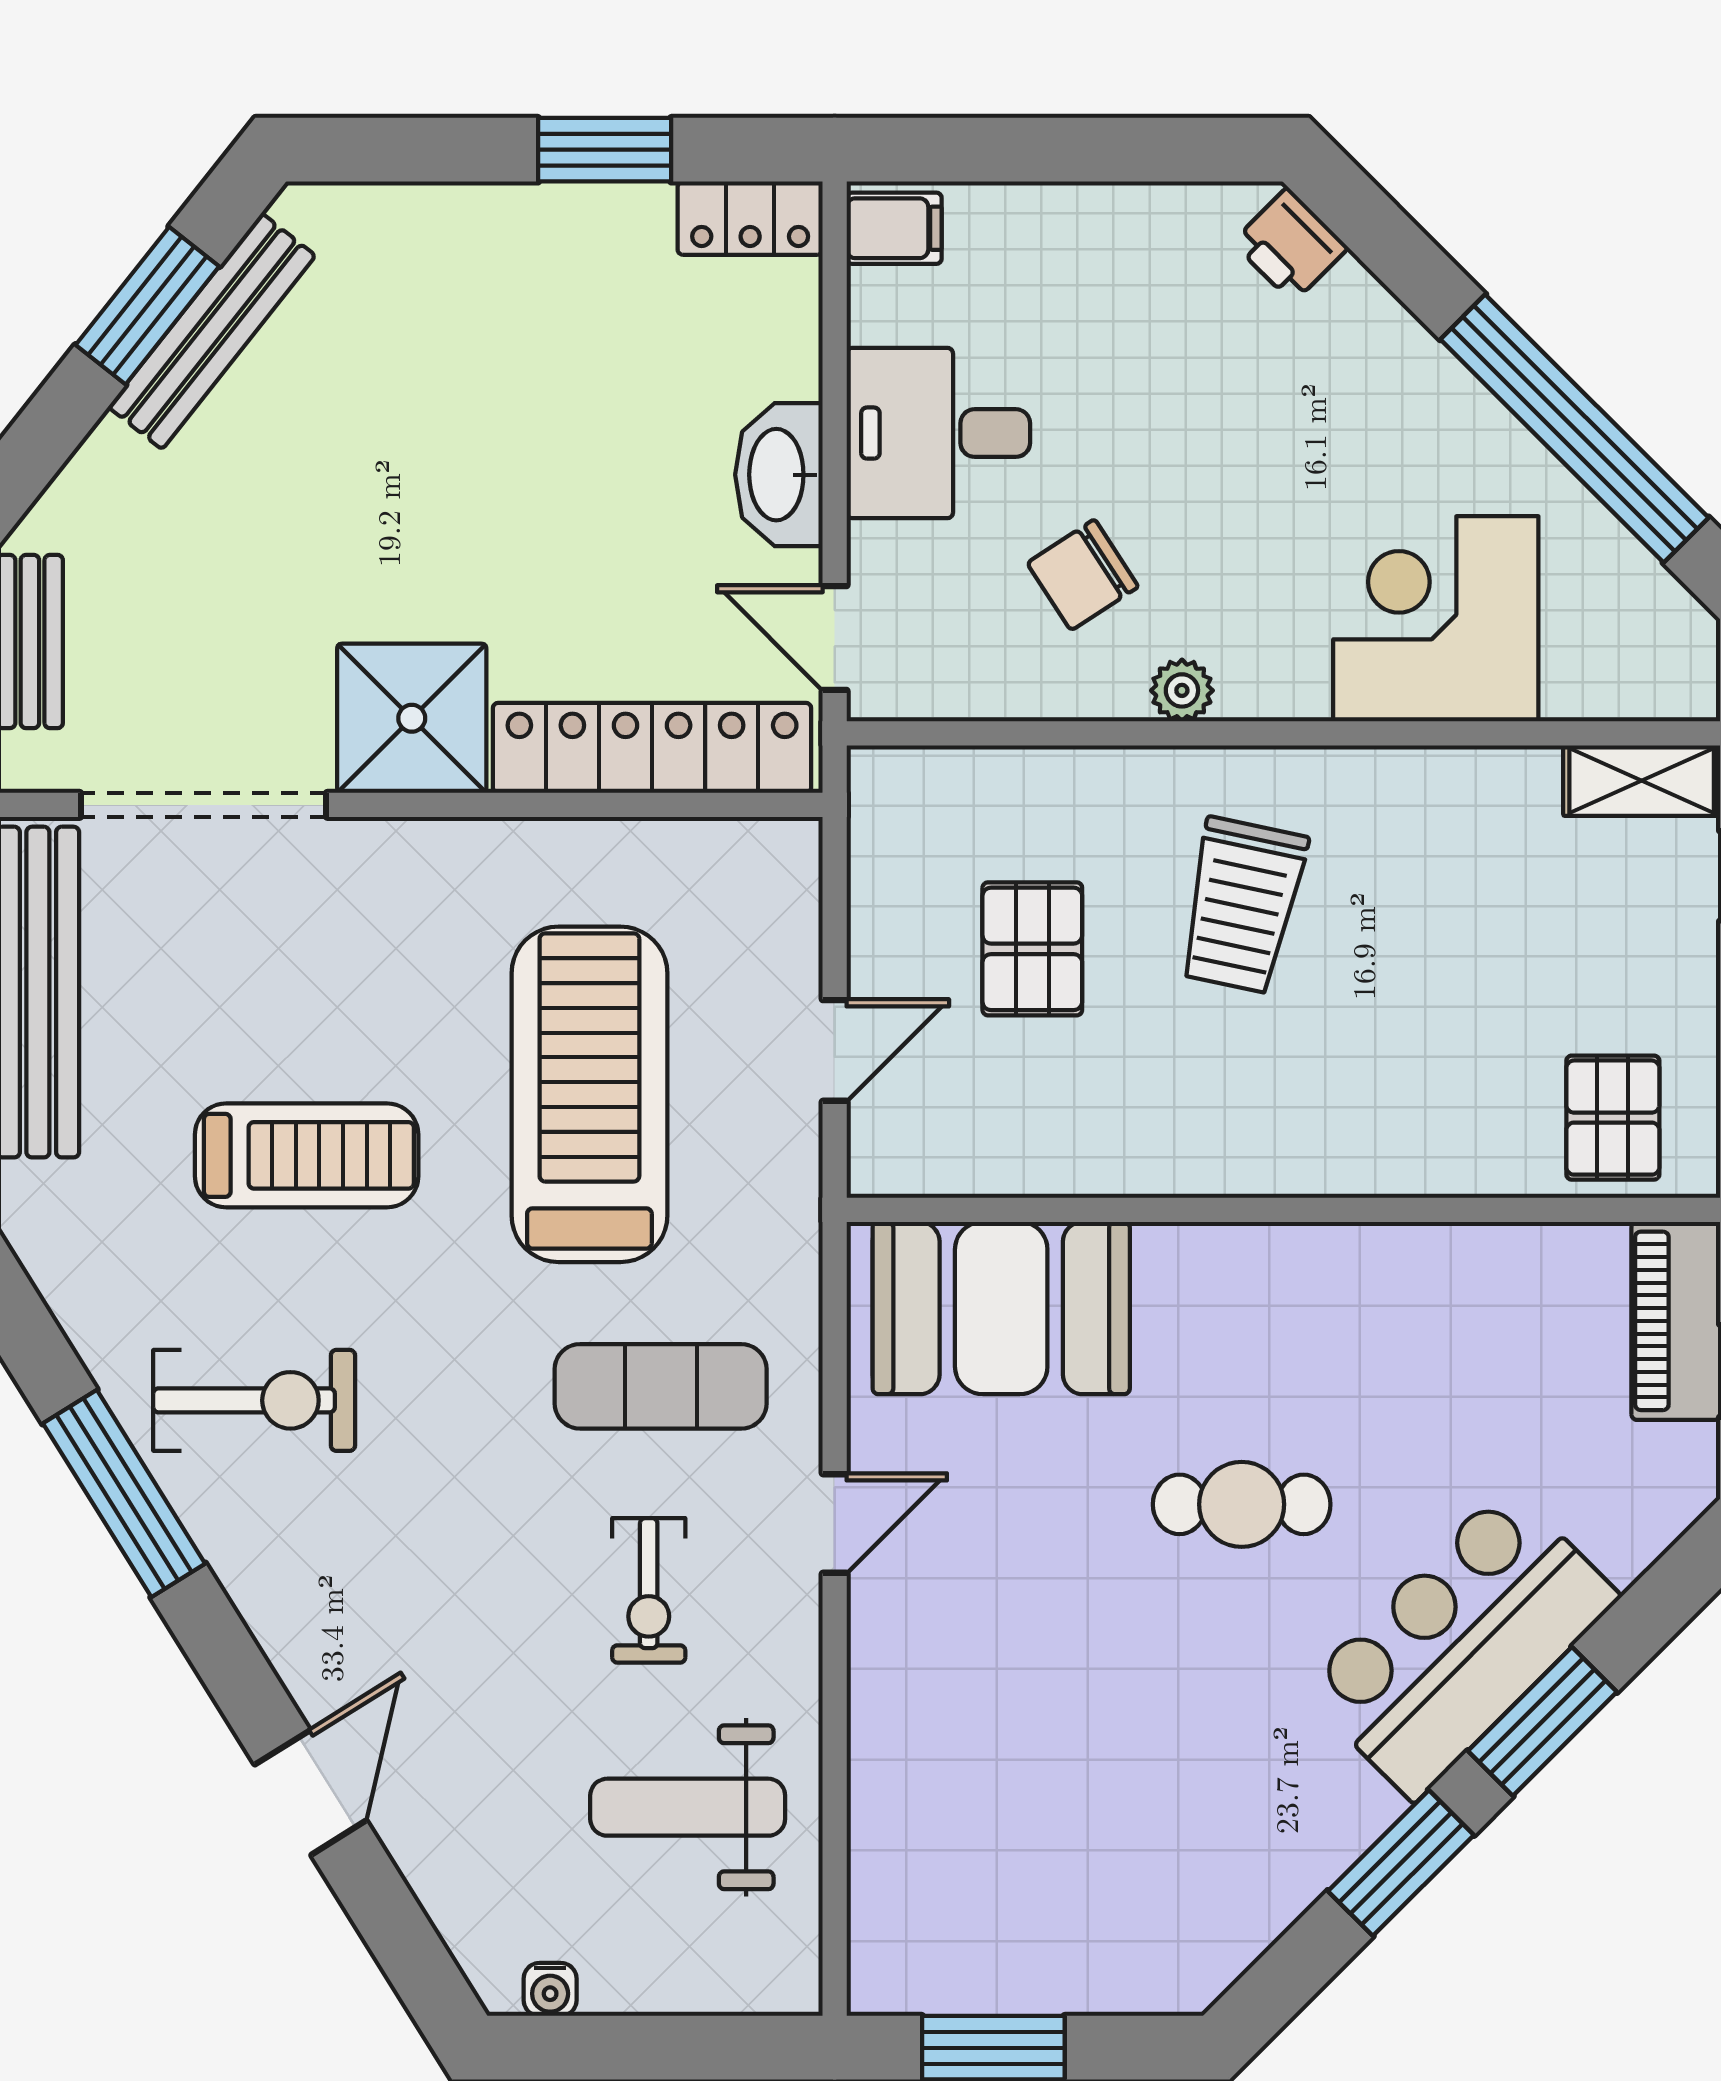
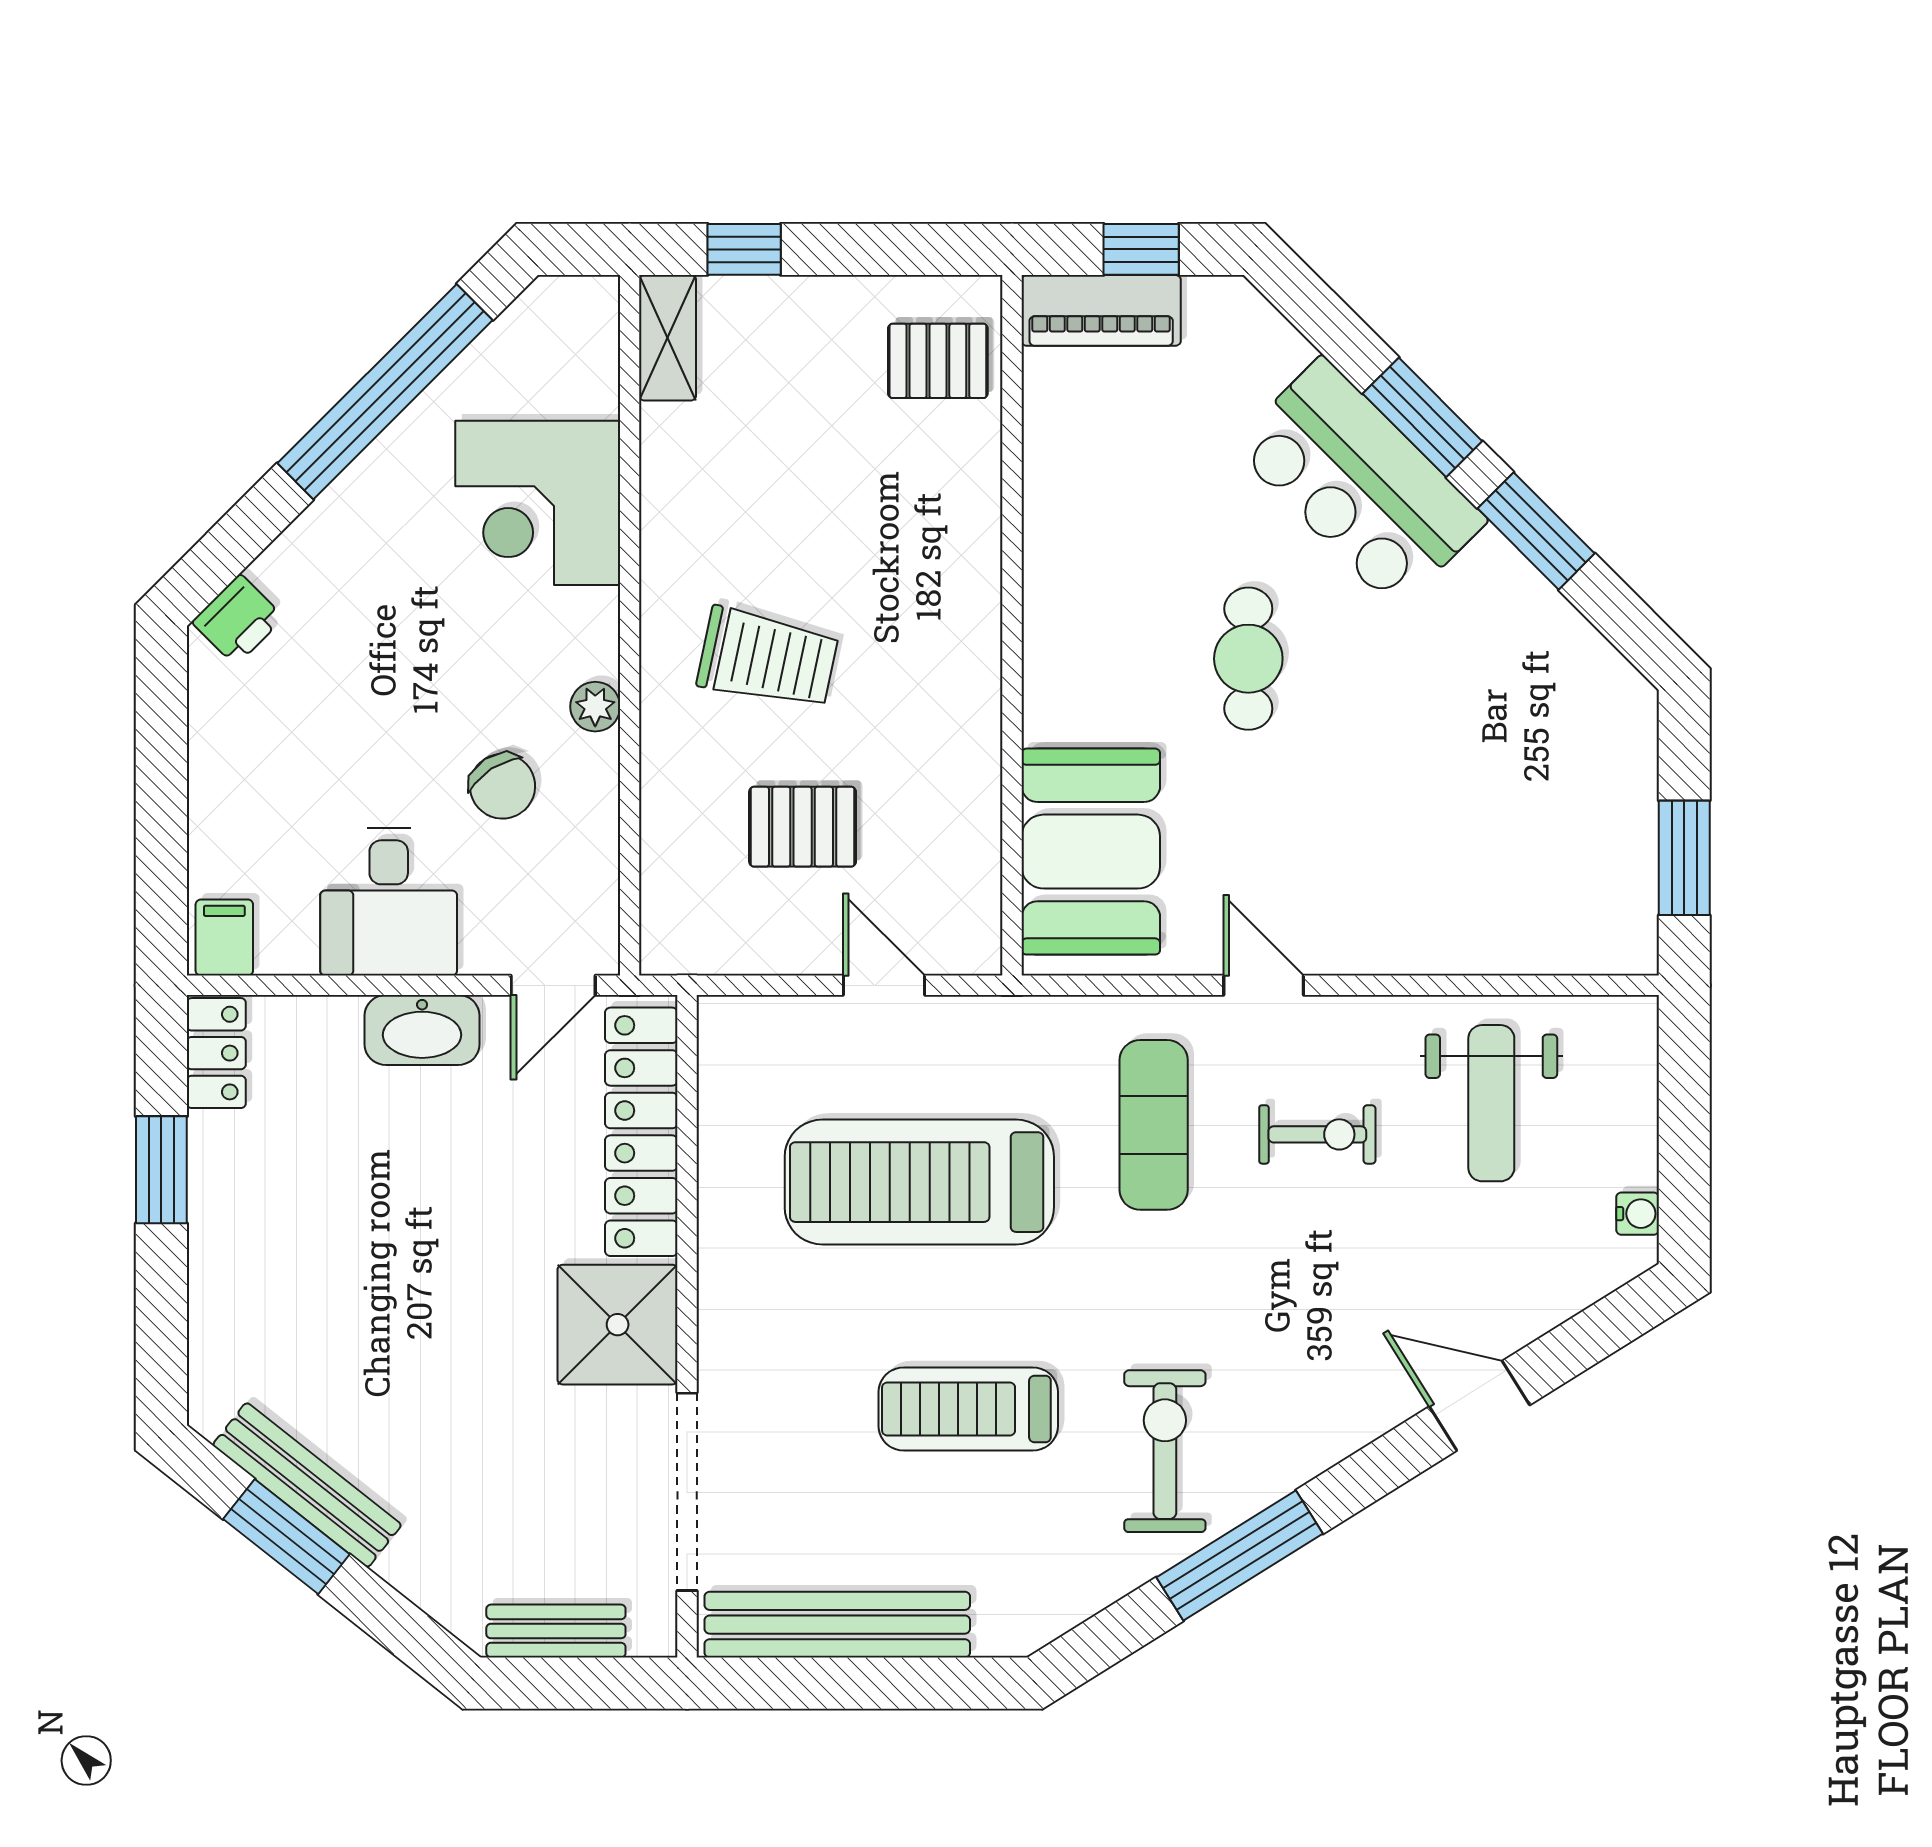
treadmill: (307, 1155) -> (968, 1409), turned -90

